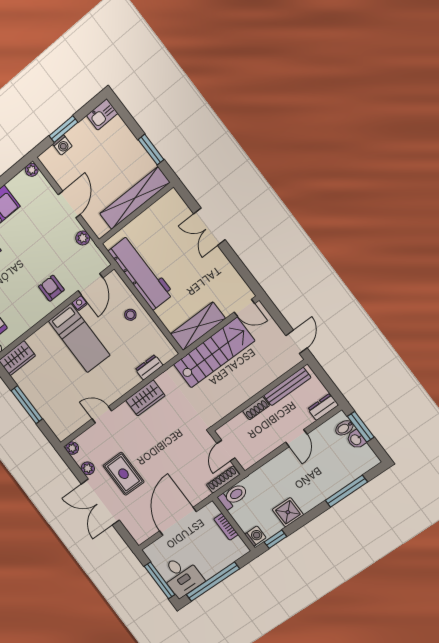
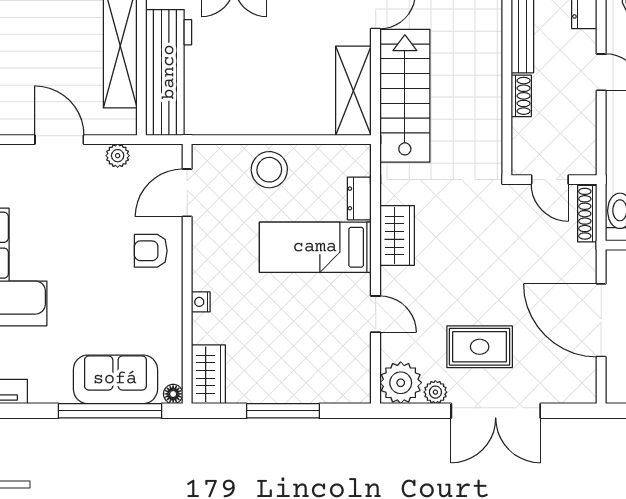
workbench: (141, 273) -> (169, 72), moved, turned 90
door: (90, 284) -> (187, 193), swing flipped
nightstand: (80, 303) -> (201, 302), moved
stool: (130, 315) -> (269, 170), width x1.89, depth x1.89
bed: (79, 338) -> (315, 247), moved, turned 180
door: (102, 415) -> (376, 314), swing flipped
plant: (72, 448) -> (401, 383), width x1.88, depth x1.88

